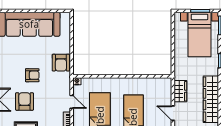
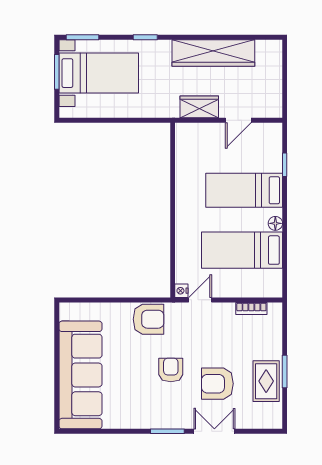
door: (72, 102) -> (200, 300), moved

